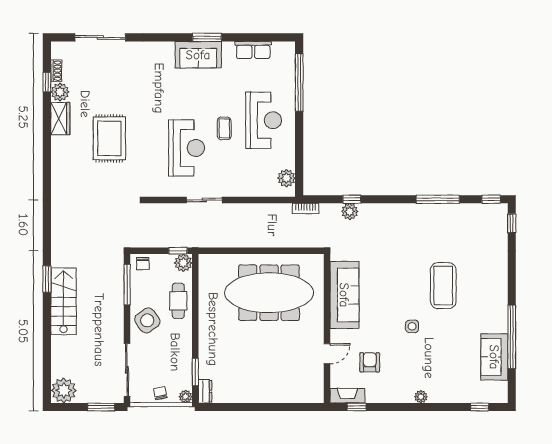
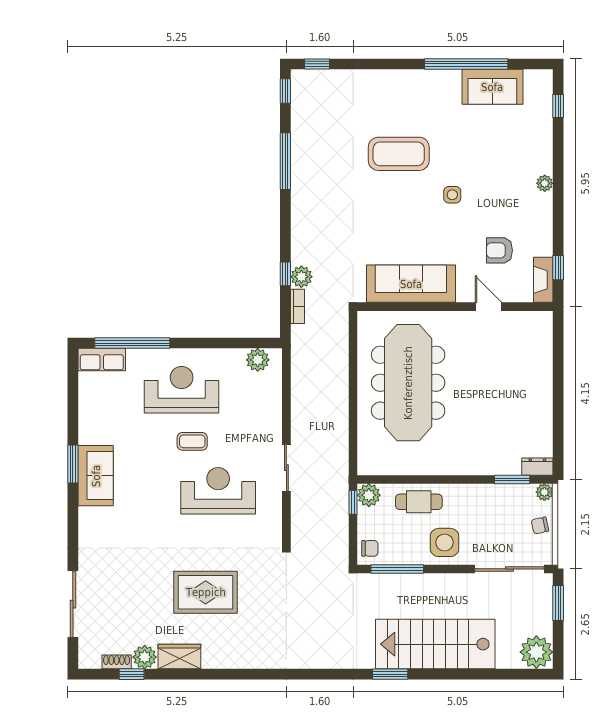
row of seats: (253, 50) -> (102, 360), moved, turned 90
bookcase: (305, 208) -> (297, 306), moved
stairs: (63, 301) -> (435, 644), width x1.36, depth x1.51
side table: (147, 320) -> (444, 542), turned 35

